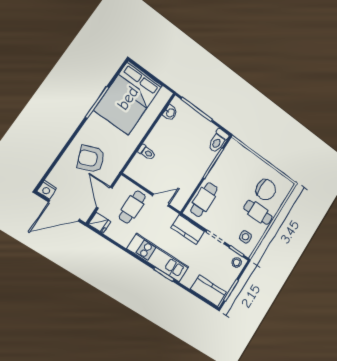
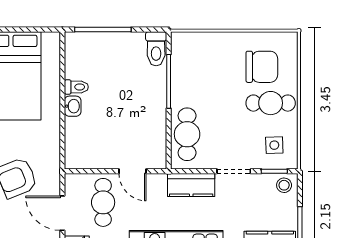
washbasin: (170, 113) -> (73, 106), moved
toilet: (147, 152) -> (76, 87), moved
door: (161, 200) -> (132, 171), swing flipped

